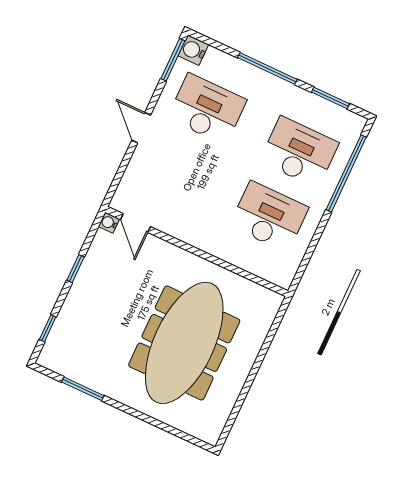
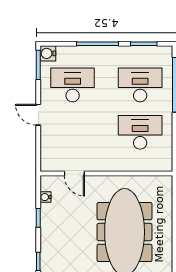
water cooler: (109, 223) -> (46, 197), moved
door: (135, 223) -> (74, 174), moved

